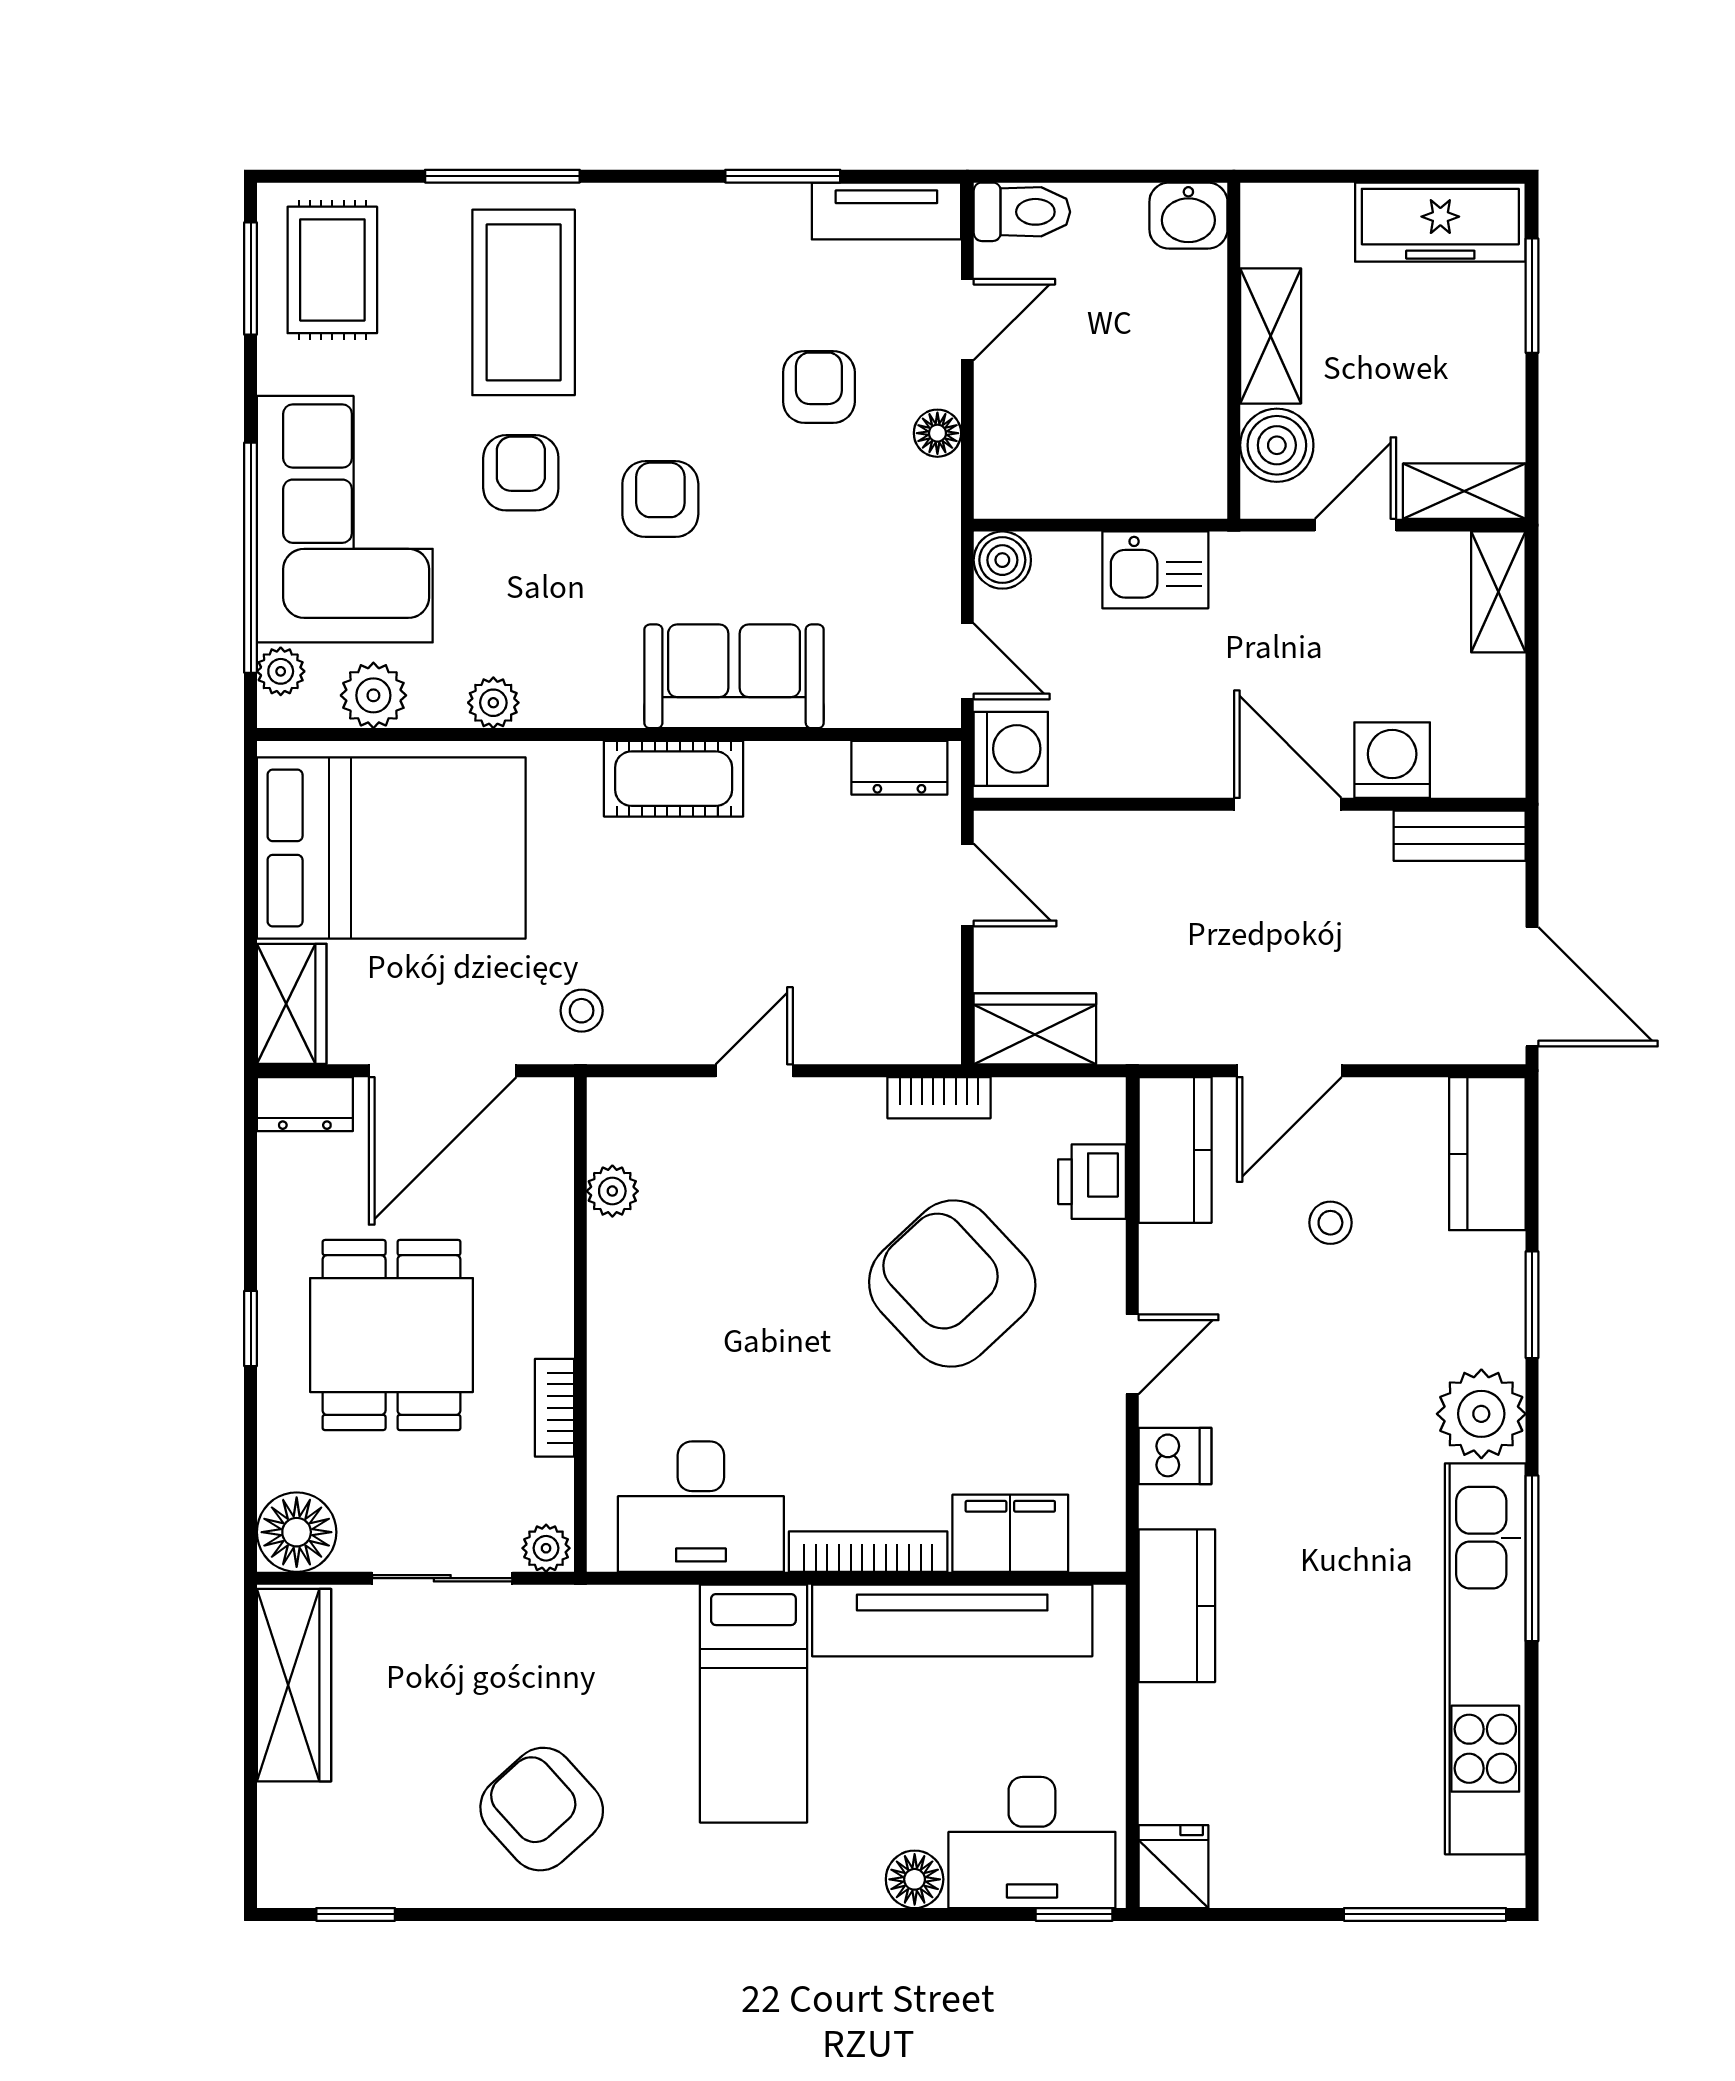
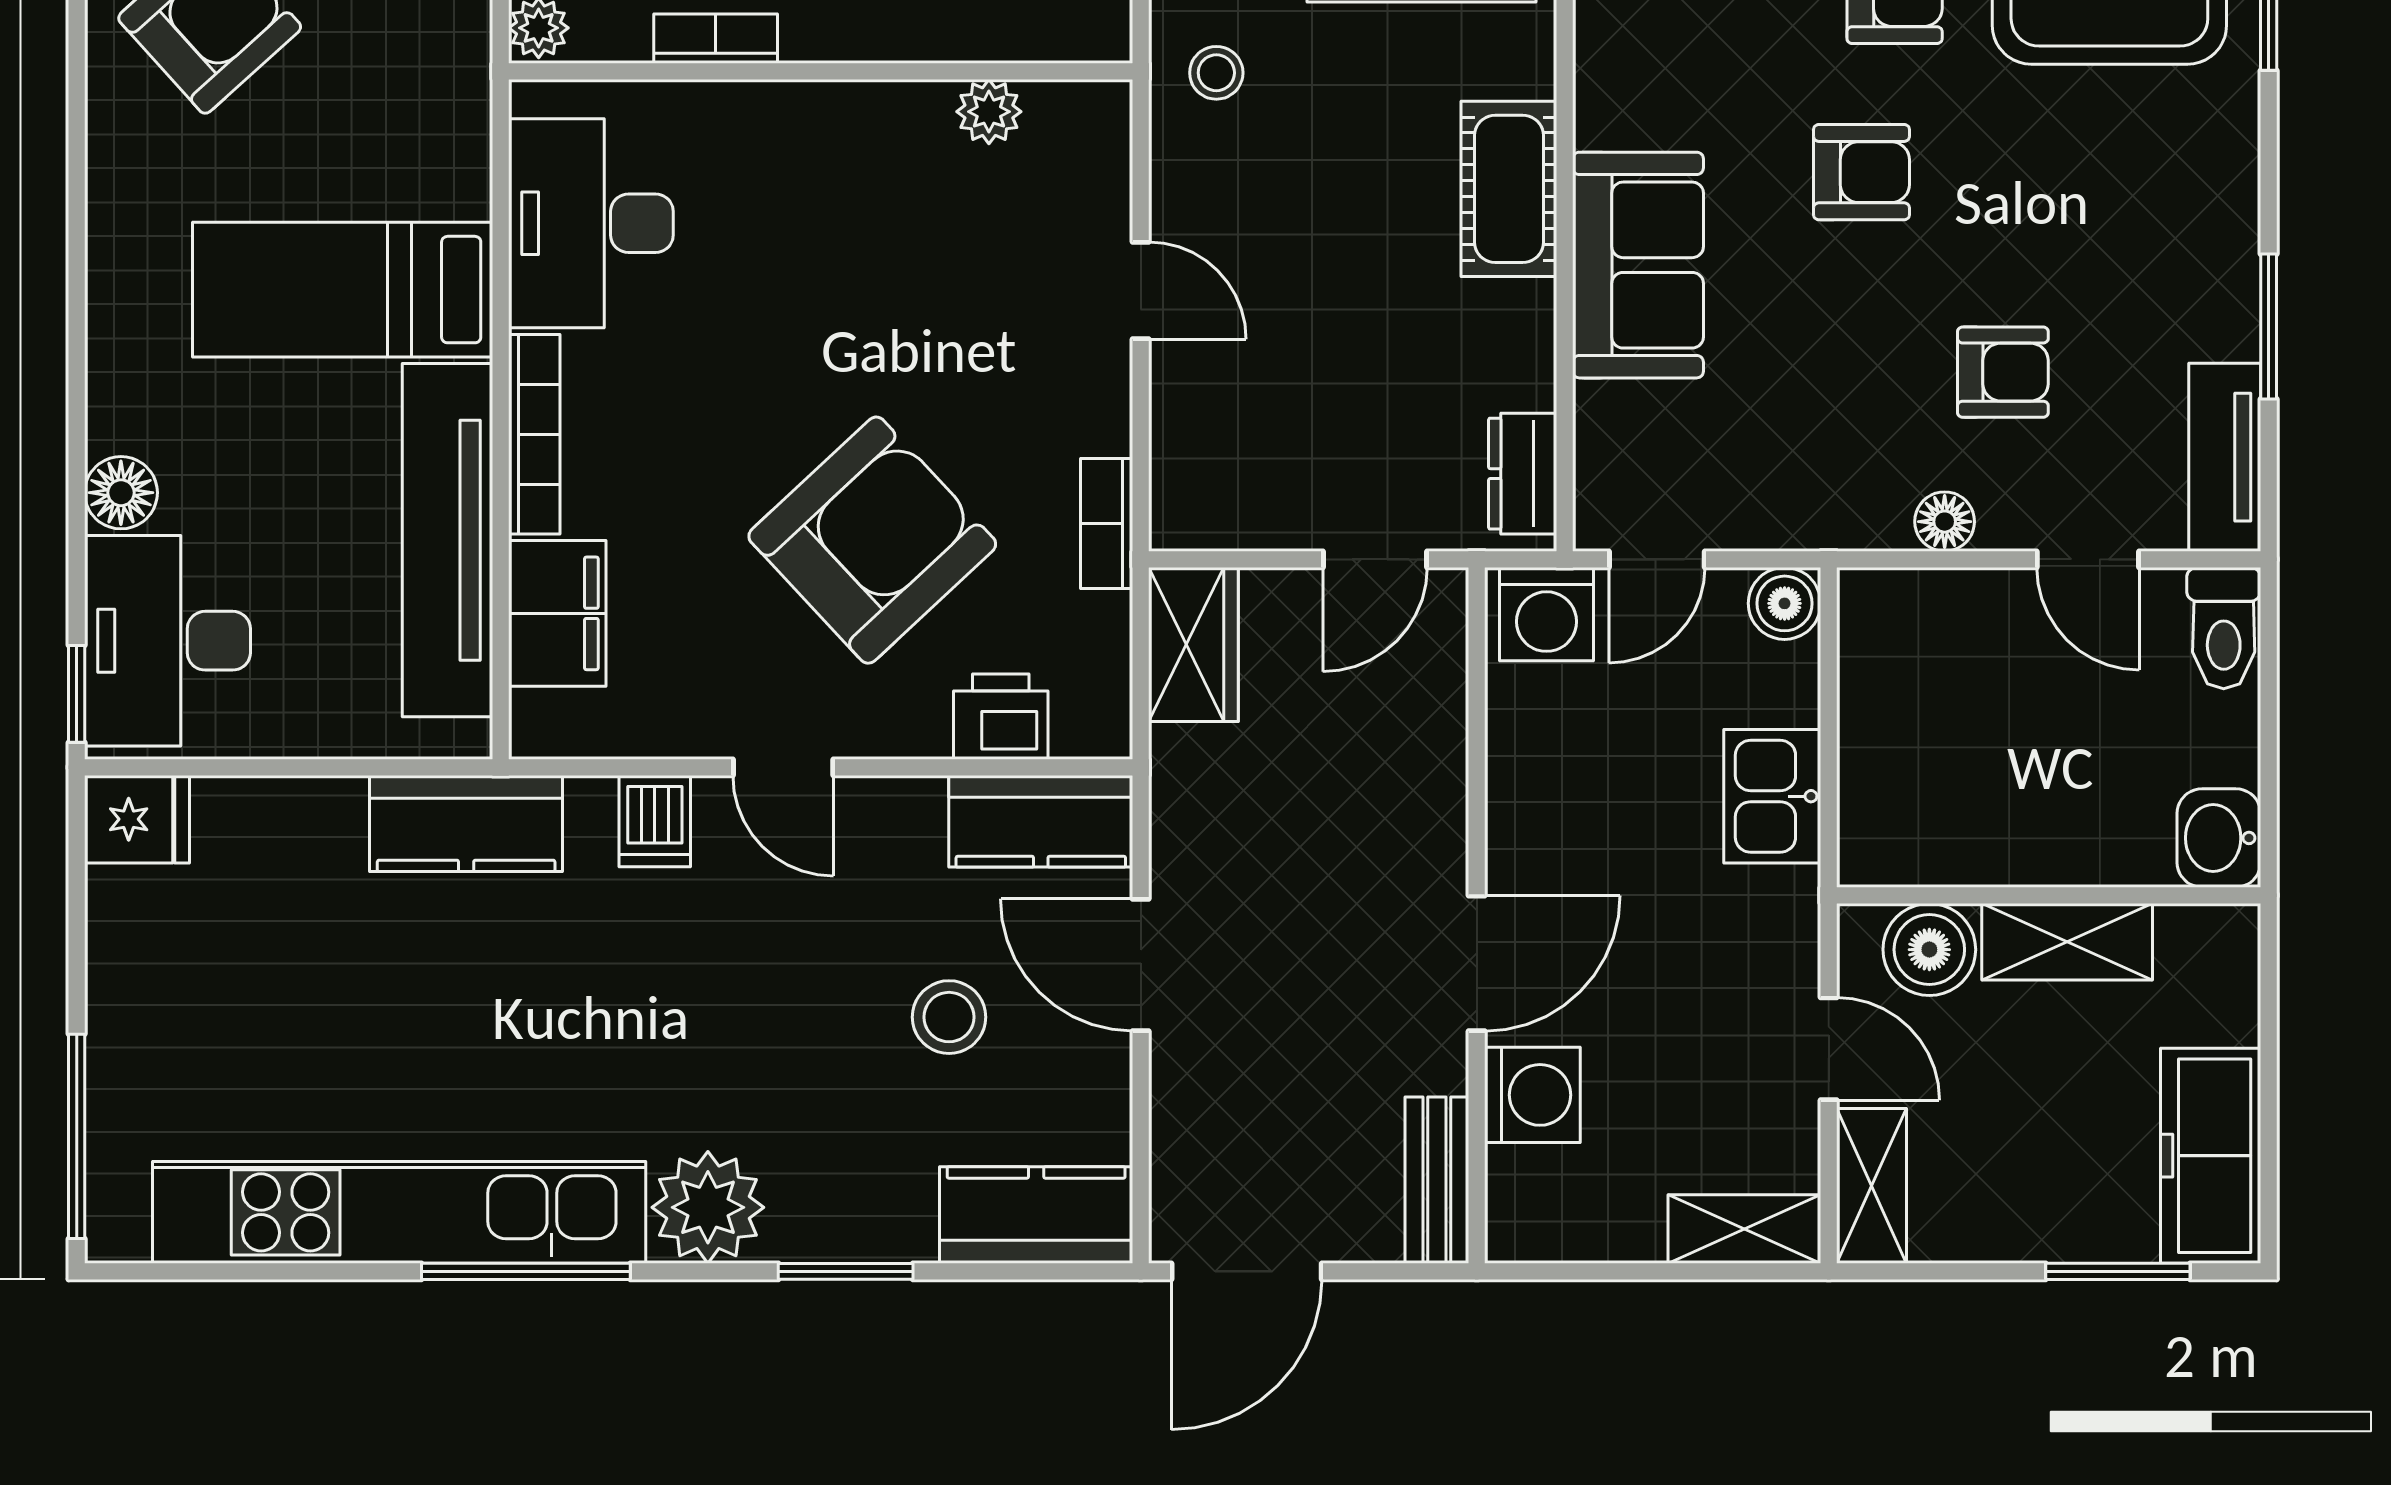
stool: (1330, 1223) -> (949, 1017), width x1.37, depth x1.37

